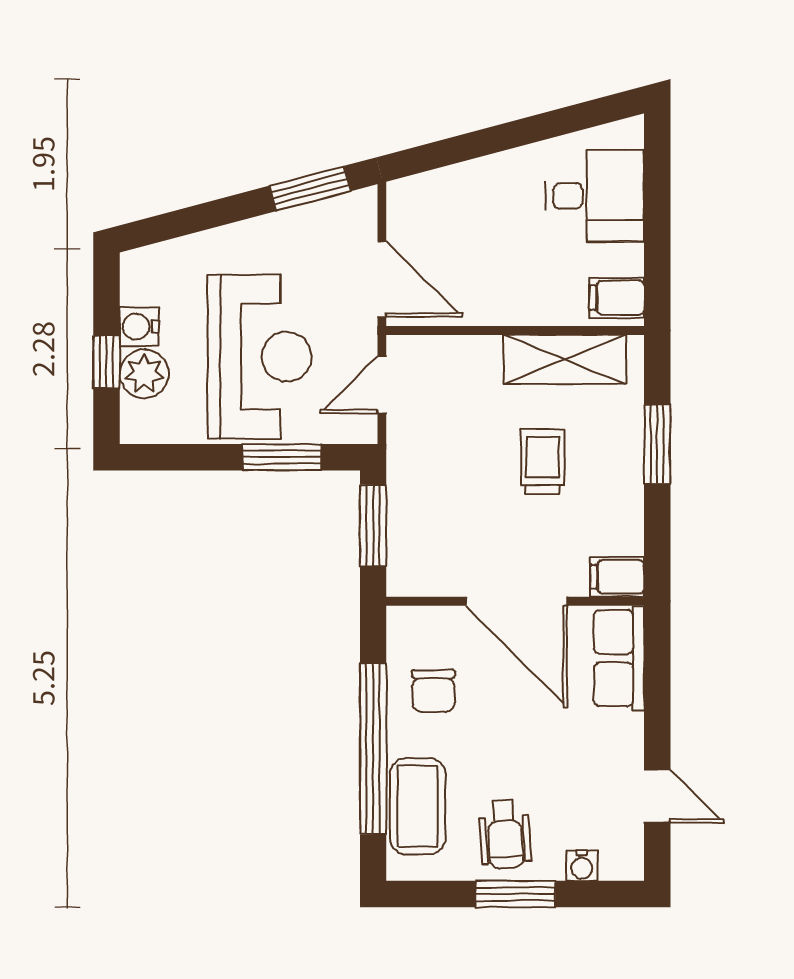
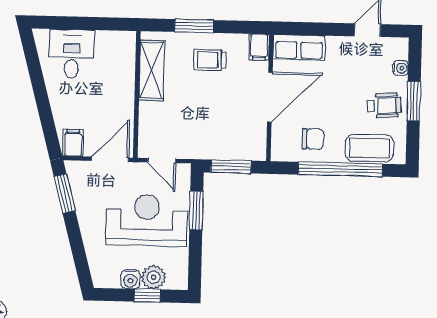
filing cabinet: (617, 298) -> (73, 143), moved, turned 180
trolley: (543, 462) -> (210, 60), moved

